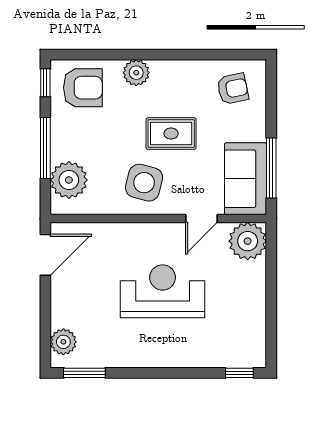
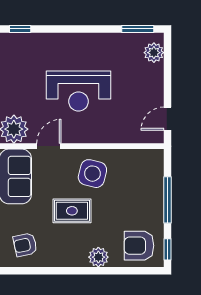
plant: (69, 180) -> (150, 176), removed
door: (45, 255) -> (167, 119), width x0.73

